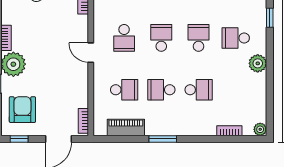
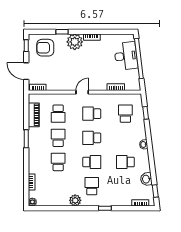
school desk: (161, 38) -> (92, 138), turned 180
school desk: (199, 90) -> (58, 162), turned 180
armchair: (22, 110) -> (45, 48), turned 180

